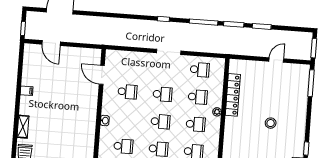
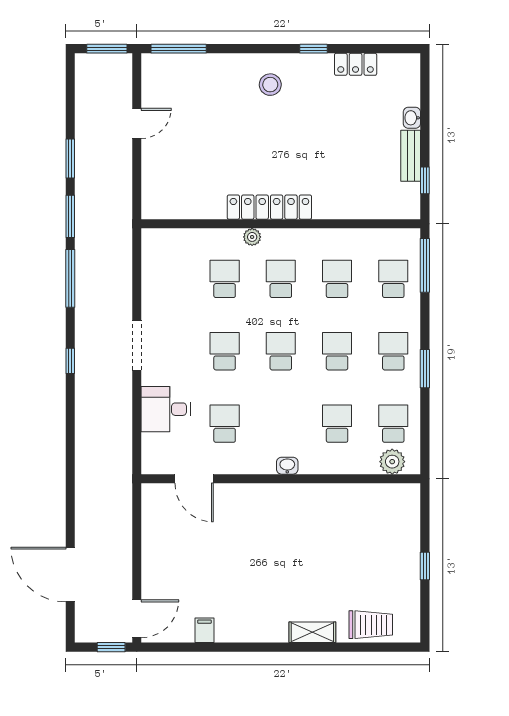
door: (51, 43) -> (137, 619), moved
door: (276, 60) -> (137, 123), swing flipped
desk: (137, 64) -> (166, 409), added
school desk: (200, 70) -> (168, 279), removed
door: (102, 75) -> (194, 479), hinge flipped
filing cabinet: (27, 91) -> (204, 630), moved
locker: (233, 95) -> (269, 207), moved
stool: (271, 123) -> (270, 85), moved

